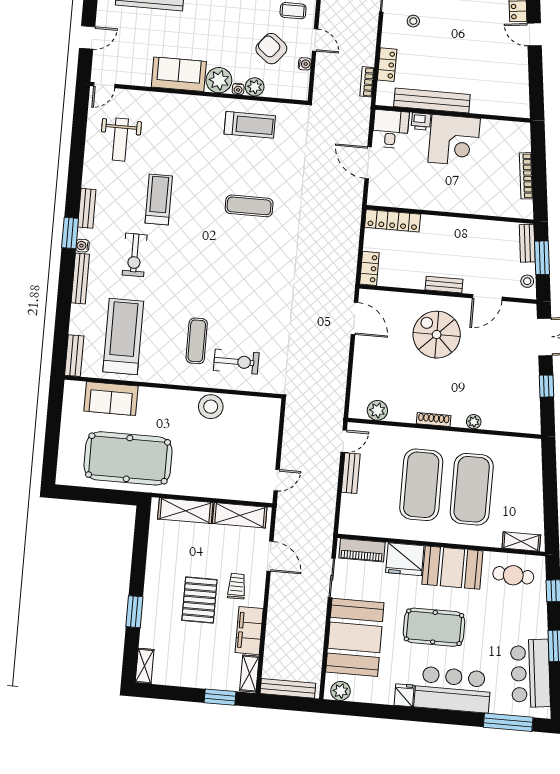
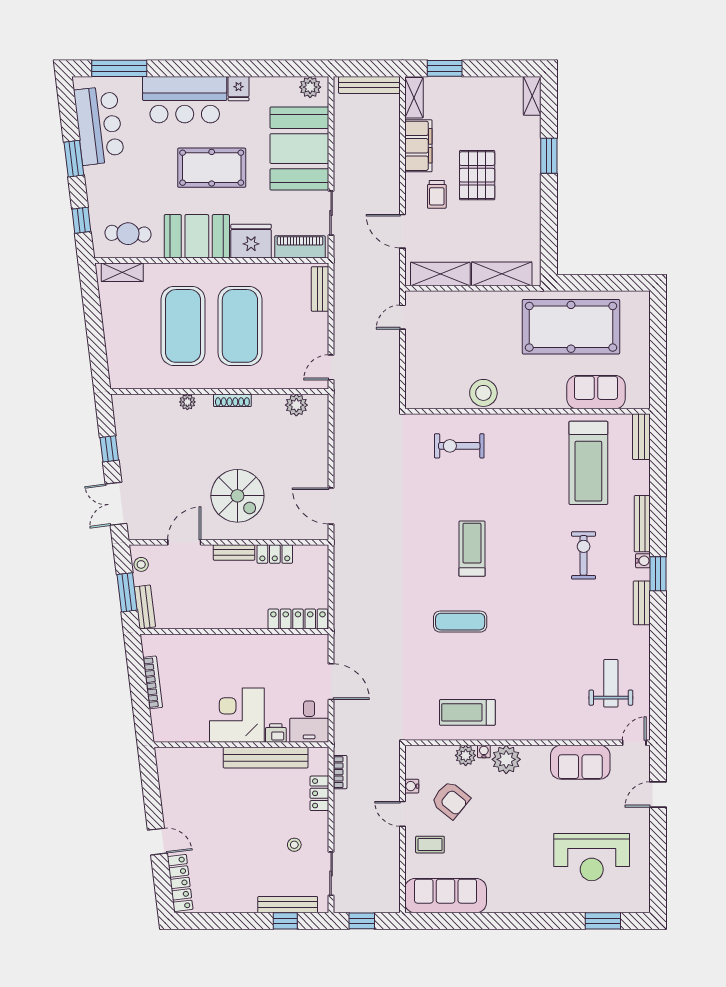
sofa: (179, 74) -> (580, 762), moved
treadmill: (159, 199) -> (472, 549), moved, turned 180
locker: (369, 268) -> (275, 554), moved, turned -90
exercise mat: (197, 341) -> (506, 465), removed
bench: (351, 473) -> (320, 289), moved

